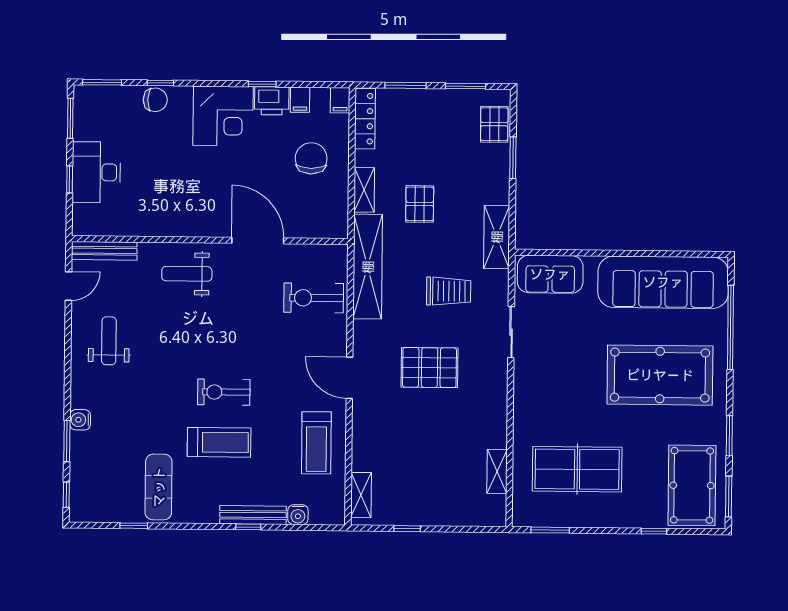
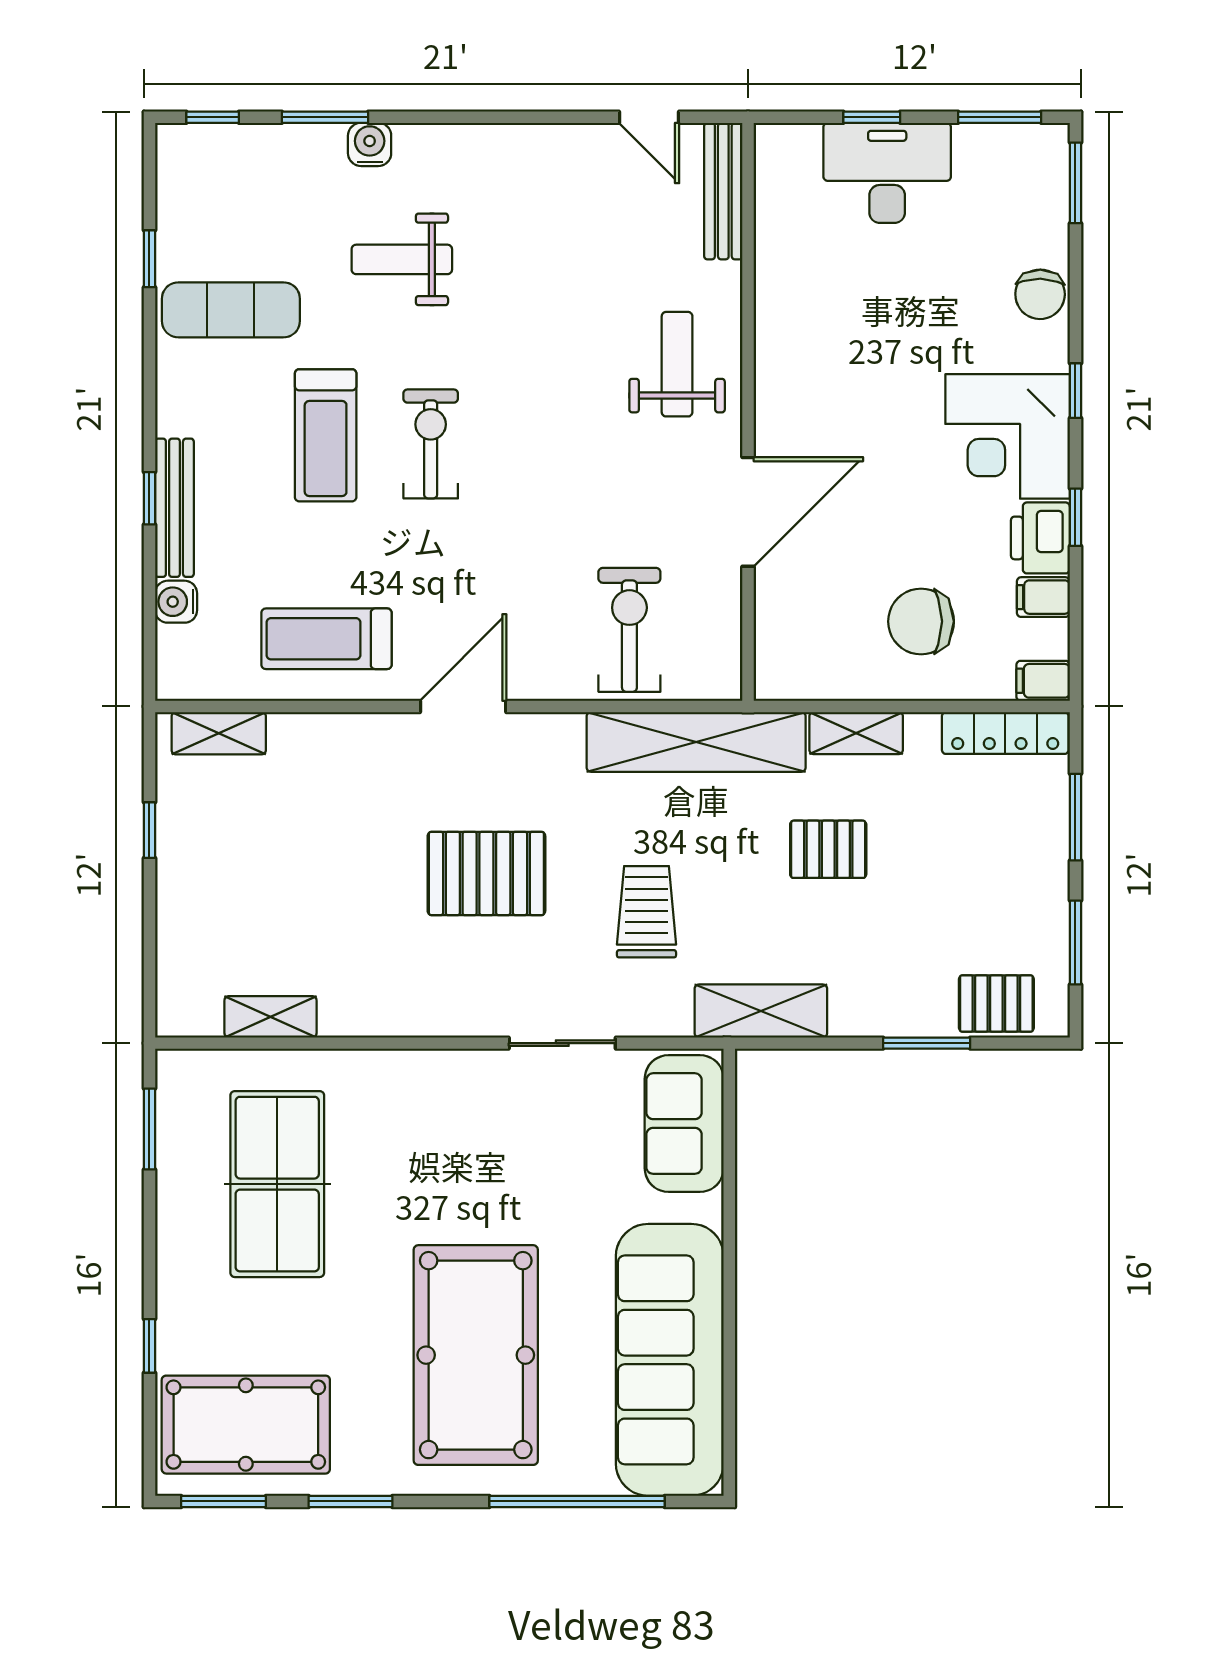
window: (160, 83) -> (1075, 391), moved
chair: (311, 158) -> (921, 621), turned 180
trolley: (449, 291) -> (646, 912), turned 180
weight bench: (109, 341) -> (402, 259), moved, turned 180
pallet: (430, 368) -> (486, 873), turned 90

